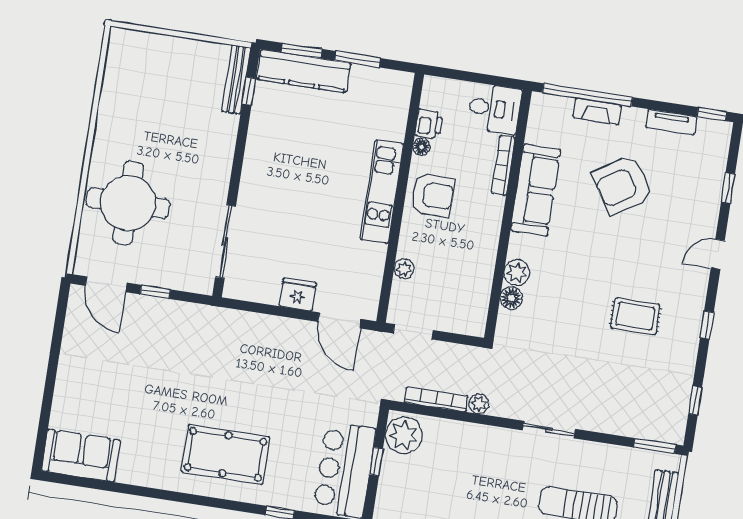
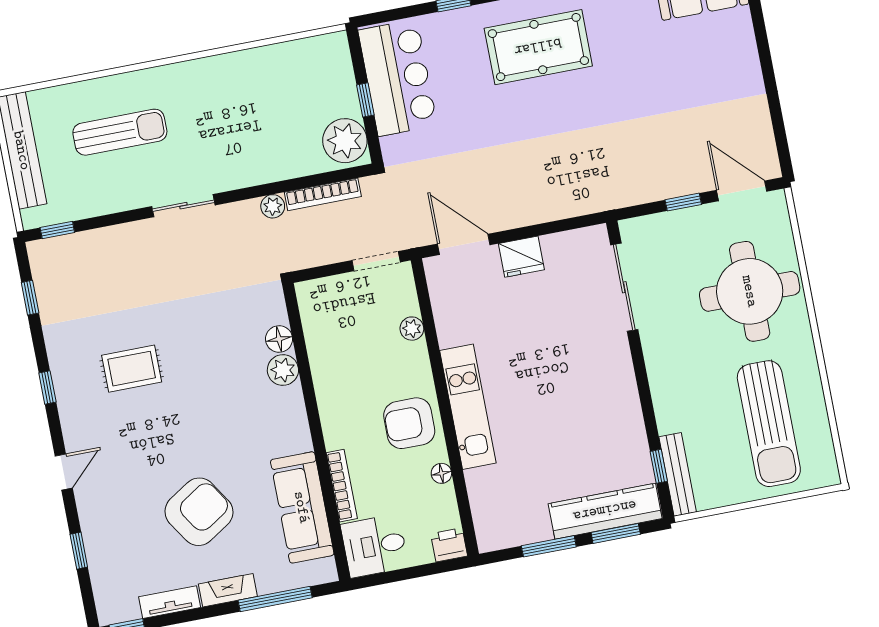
sun lounger: (150, 94) -> (769, 424), added
window: (587, 95) -> (275, 599), width x0.68
fireplace: (597, 111) -> (228, 590), moved
printer: (429, 124) -> (449, 545), moved, turned 90
sofa: (536, 190) -> (302, 507), moved
window: (655, 446) -> (57, 230), width x0.67

